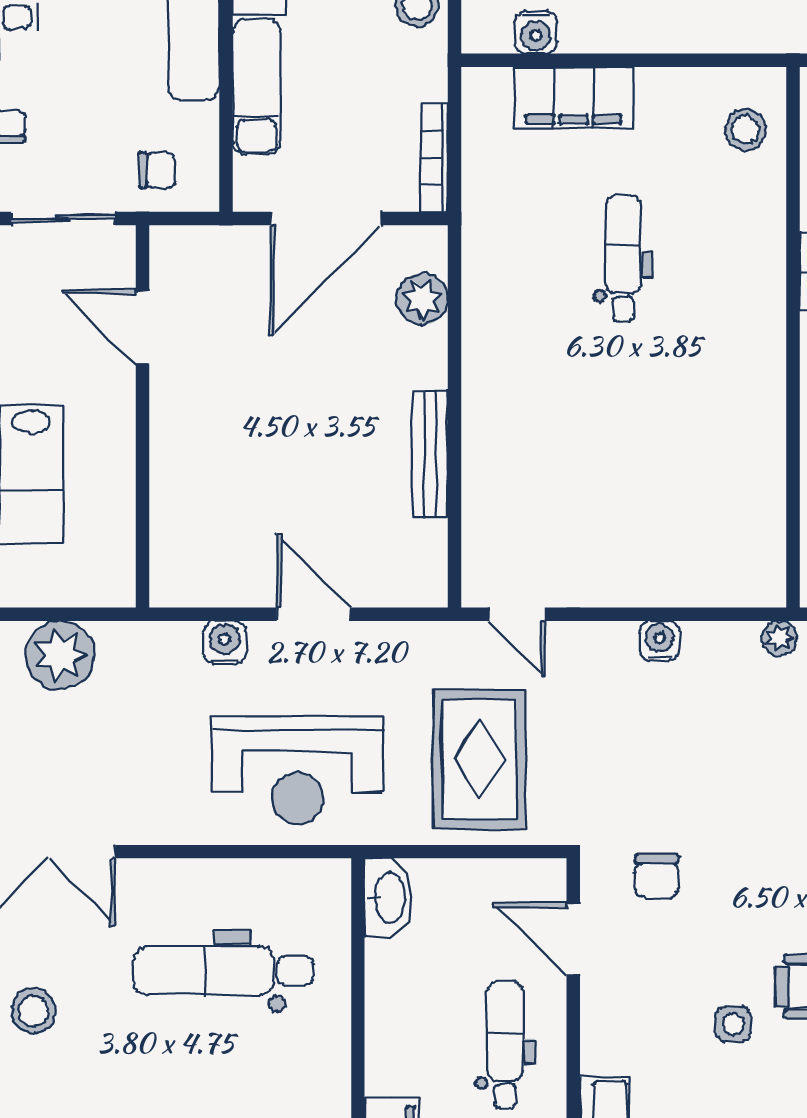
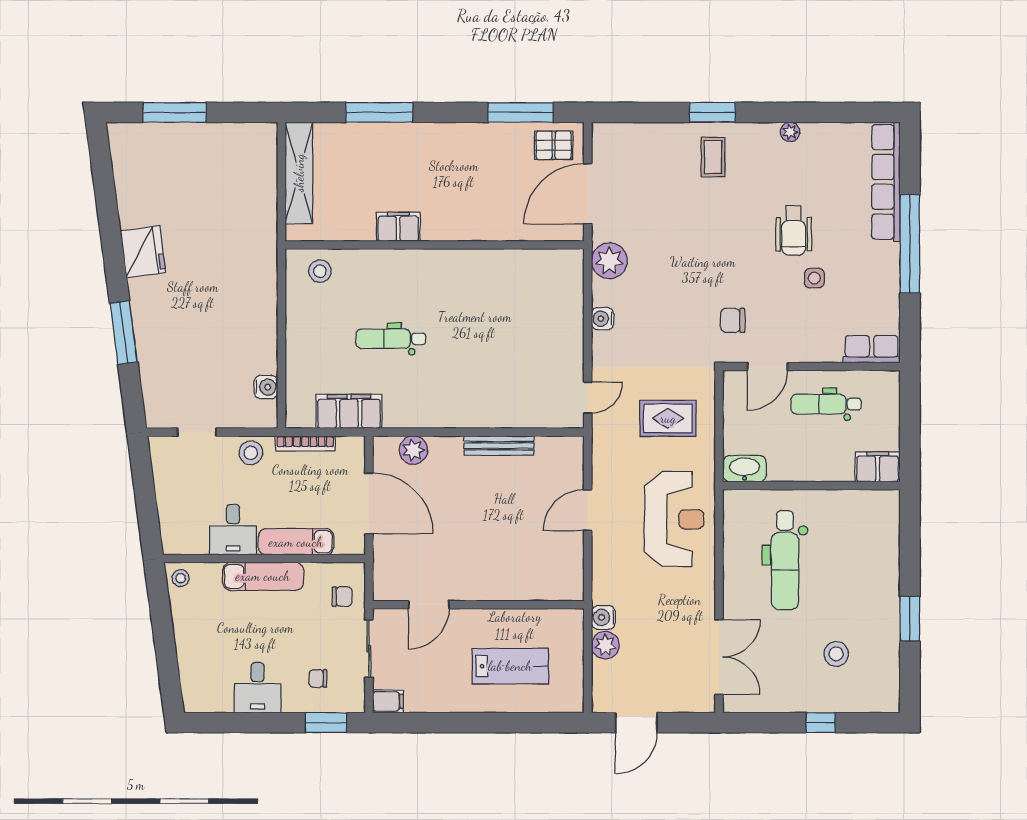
filing cabinet: (574, 98) -> (349, 411), moved, turned -90
bookcase: (434, 158) -> (305, 443), moved
chair: (157, 170) -> (342, 597), turned 90
plant: (779, 638) -> (609, 261), width x1.88, depth x1.88
water cooler: (225, 642) -> (603, 617), moved
plant: (60, 655) -> (605, 645), width x0.73, depth x0.73
rug: (480, 759) -> (668, 418), width x0.73, depth x0.70
chair: (657, 876) -> (733, 320), turned 180
stool: (33, 1011) -> (836, 654), moved

